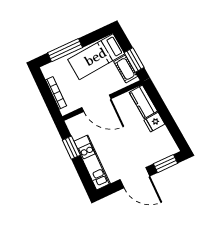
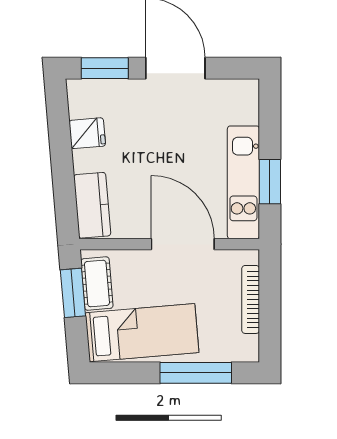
fridge: (154, 122) -> (87, 133), moved
kitchen unit: (92, 162) -> (243, 182), moved

